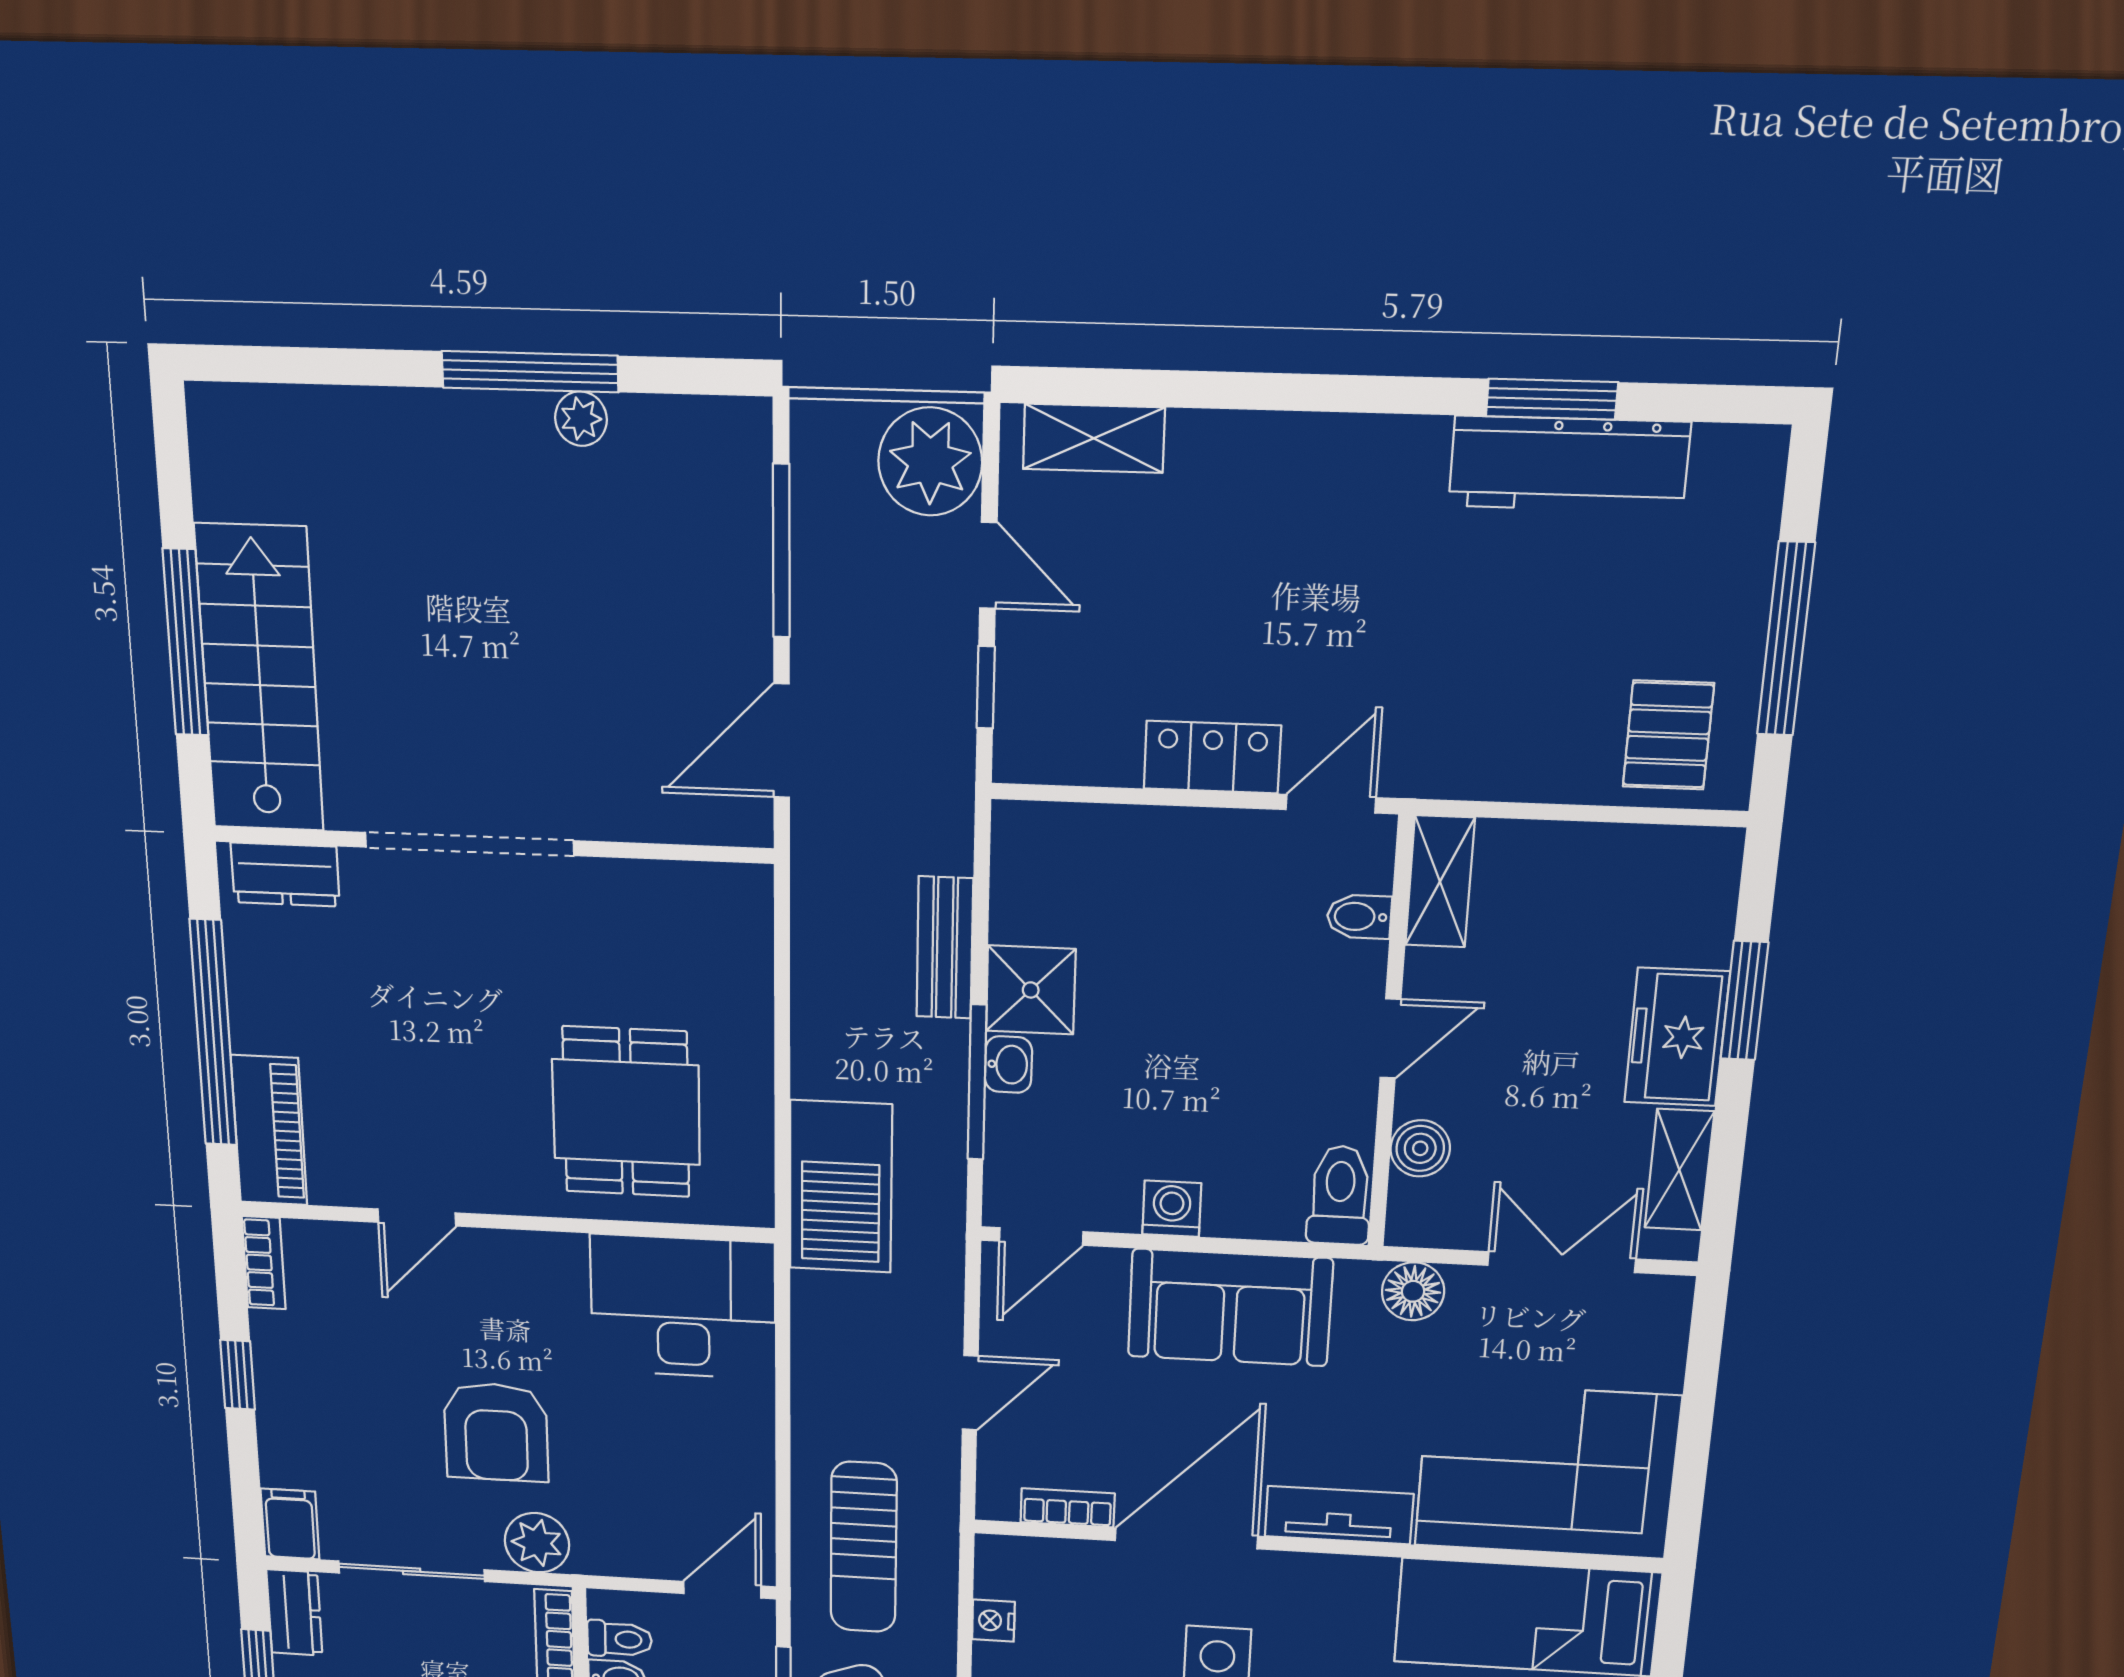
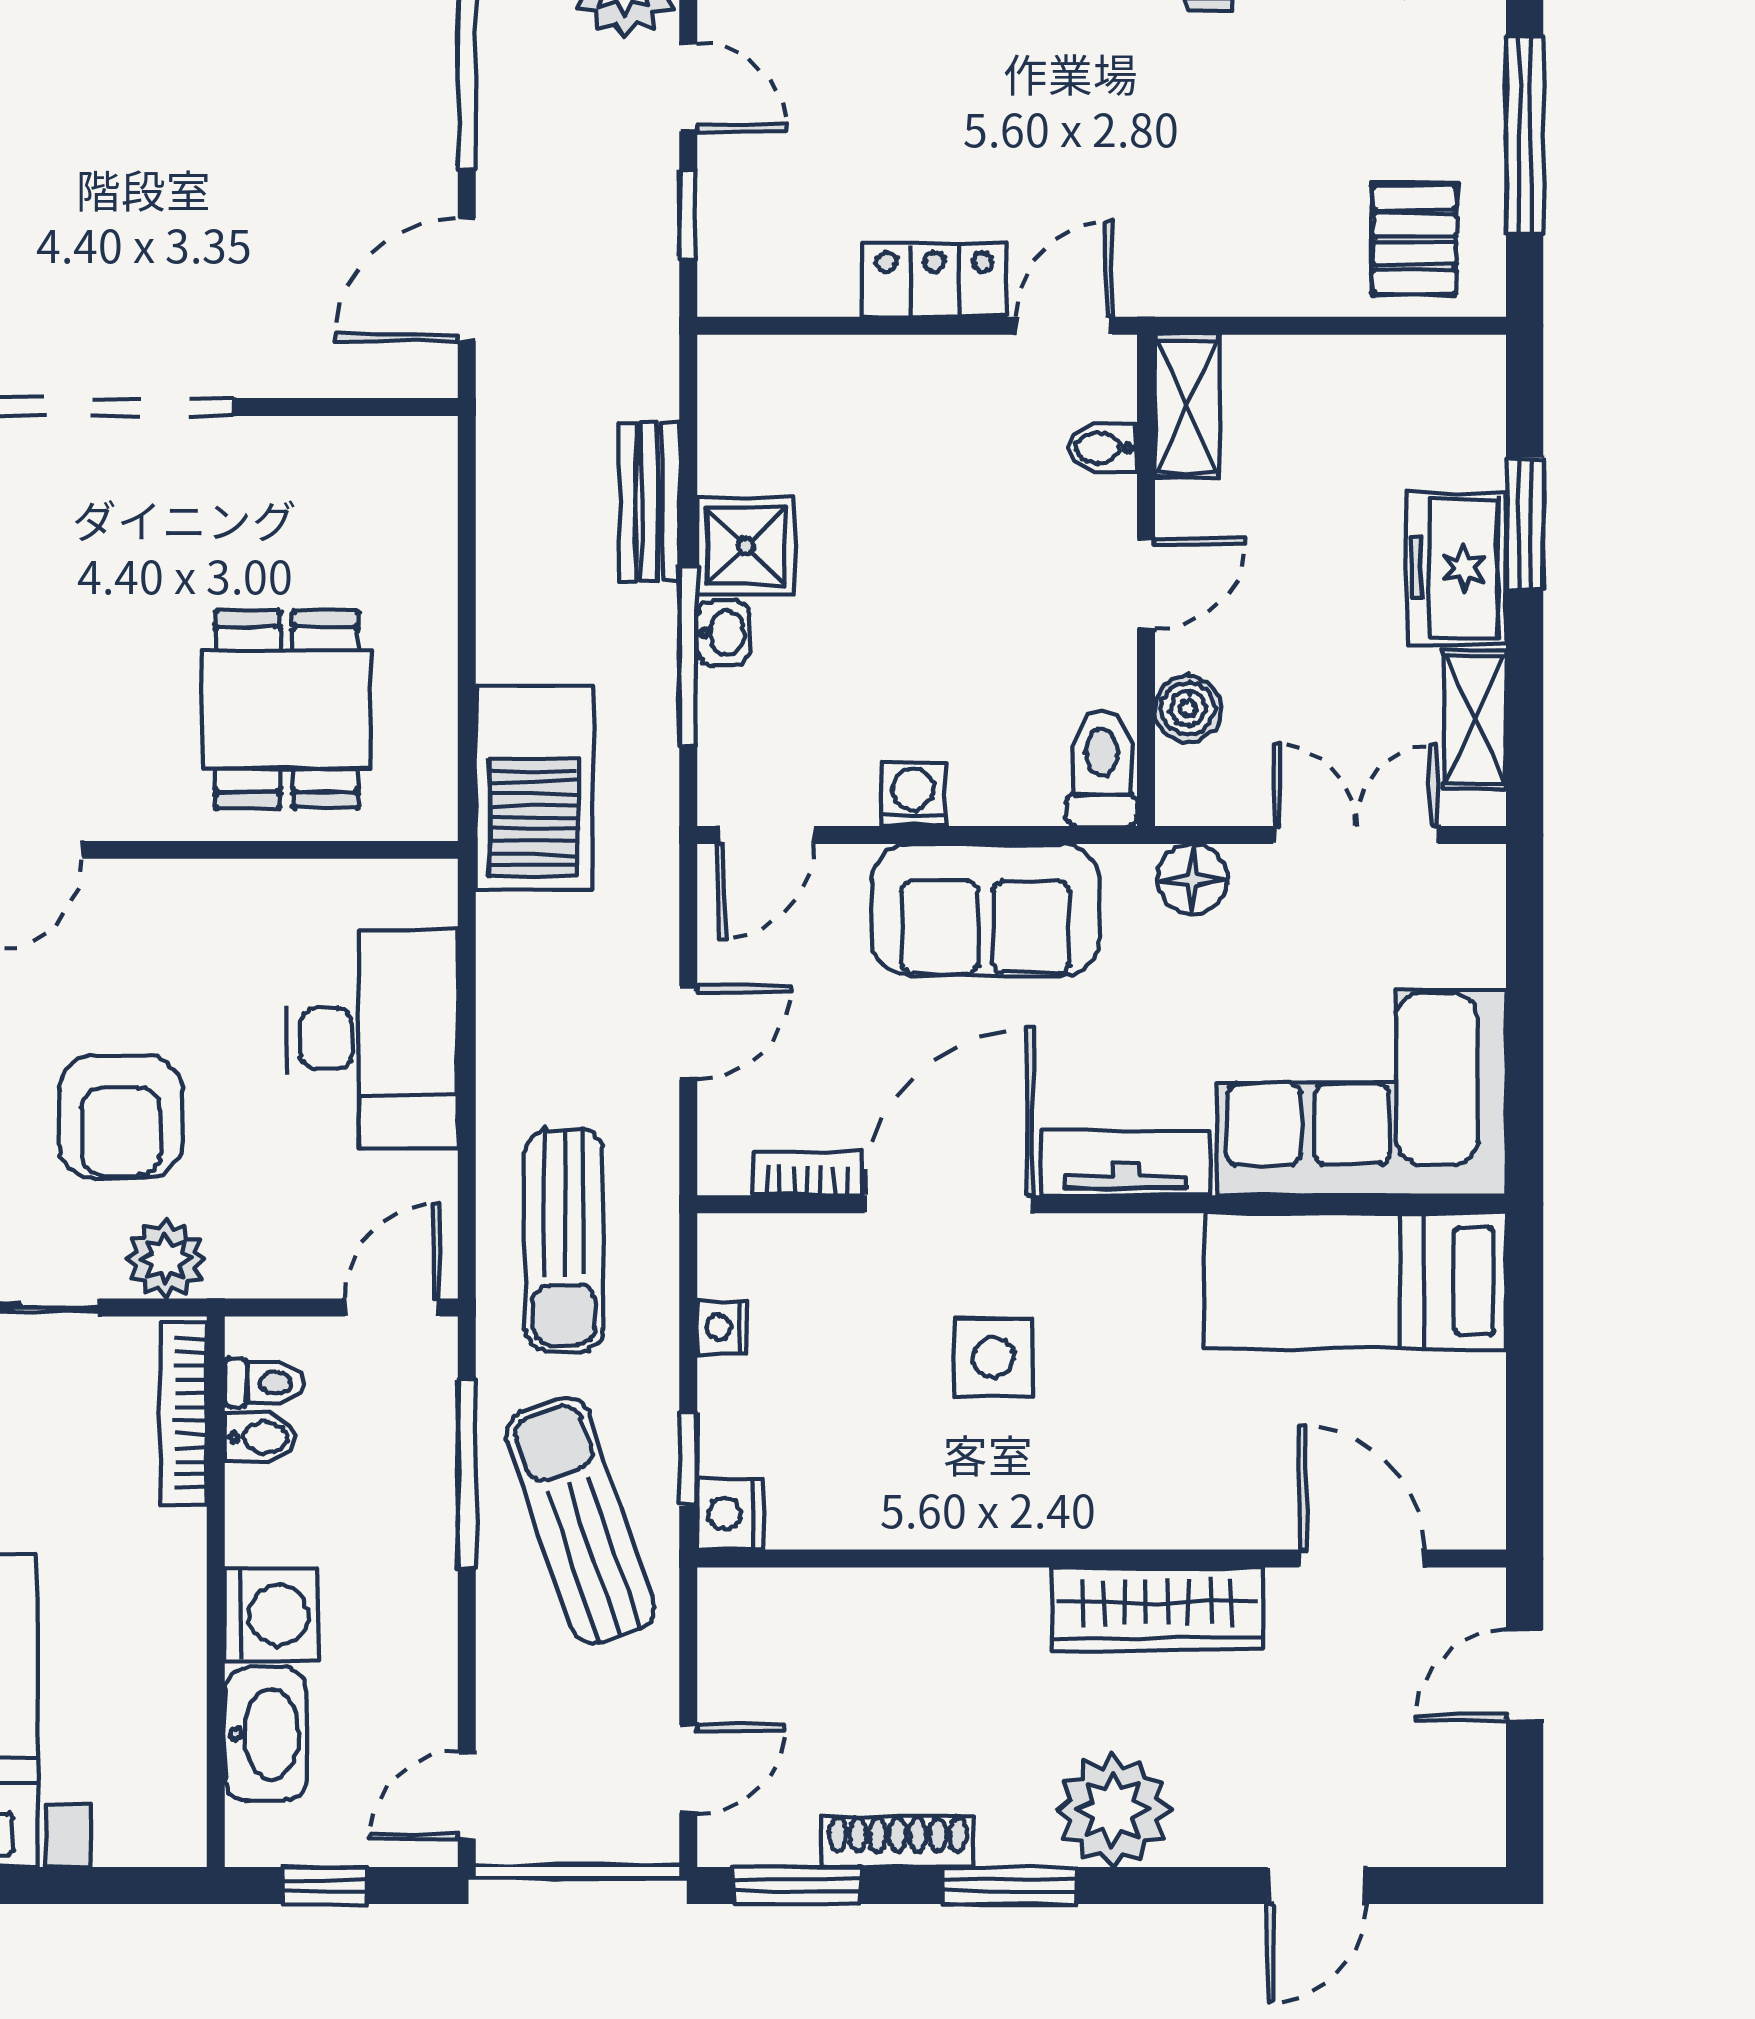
desk: (683, 1307) -> (372, 1039), moved, turned 90

